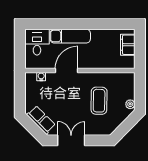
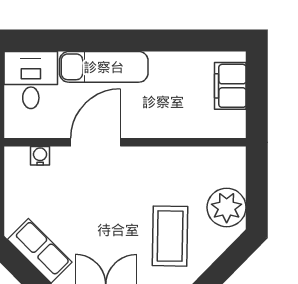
coffee table: (99, 101) -> (170, 236), moved
plant: (130, 104) -> (227, 207), width x1.87, depth x1.87

